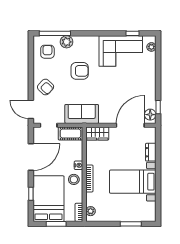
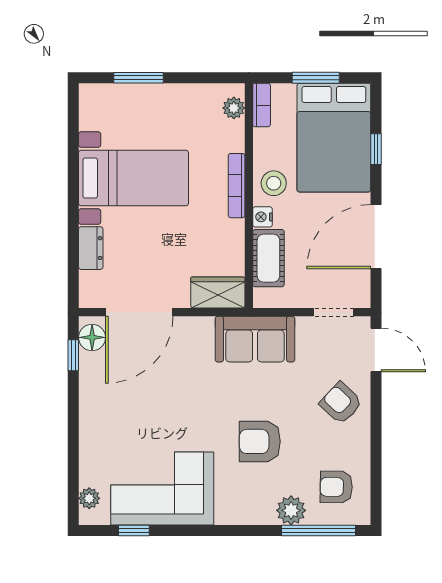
armchair: (47, 52) -> (336, 487), turned 91
cot: (70, 134) -> (268, 258), moved, turned 90

